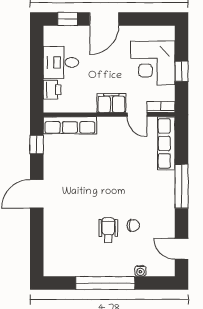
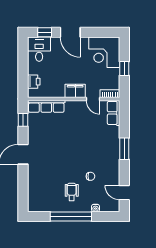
door: (104, 19) -> (70, 32), hinge flipped
desk: (61, 62) -> (39, 49), moved, turned 90
corner desk: (153, 63) -> (104, 52), moved
row of seats: (166, 143) -> (114, 113), width x0.68
window: (182, 186) -> (124, 149), width x0.69
wheelchair: (108, 230) -> (72, 192), moved

